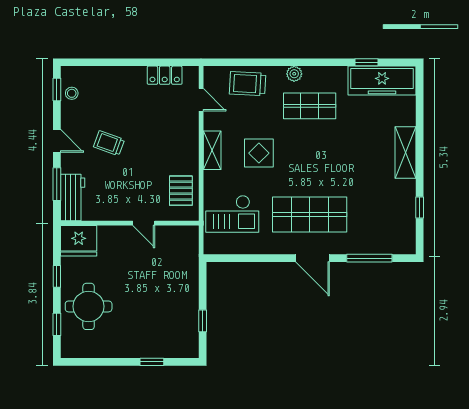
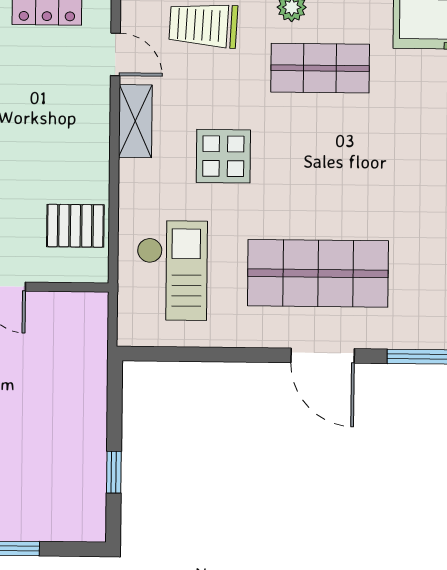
shelving: (212, 150) -> (135, 121), moved
pallet: (181, 191) -> (75, 226), turned 90
checkout: (232, 214) -> (172, 271), turned -90

